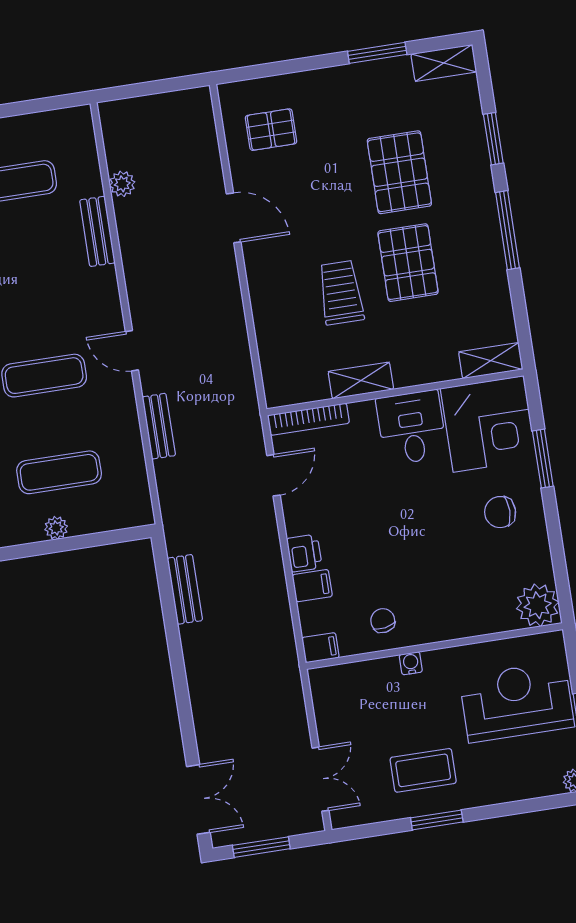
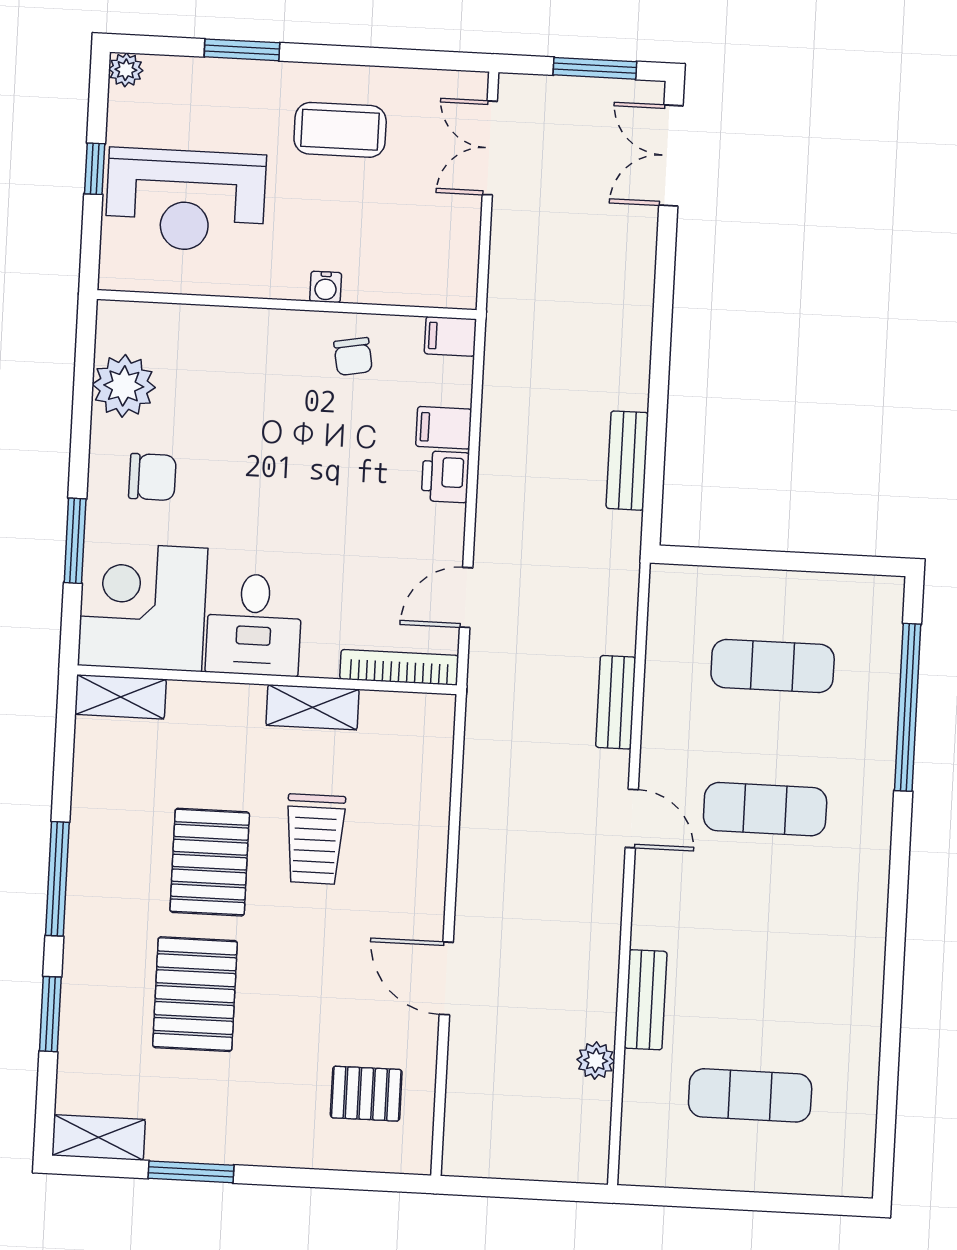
plant: (56, 528) -> (793, 587), removed
plant: (538, 605) -> (124, 386), moved
window: (437, 820) -> (242, 50), moved

